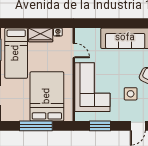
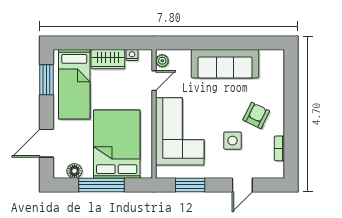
plant: (80, 36) -> (162, 61), added
door: (74, 51) -> (154, 81), hinge flipped
floor lamp: (16, 116) -> (74, 171), added

